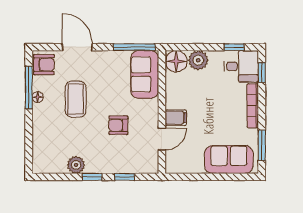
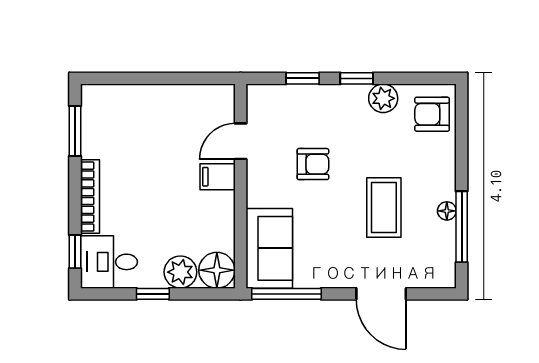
window: (234, 47) -> (153, 294), moved
armchair: (44, 65) -> (432, 114), moved
sofa: (229, 160) -> (130, 107), removed

